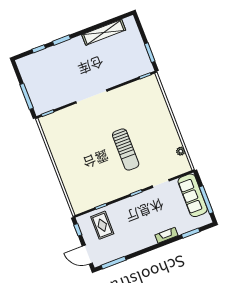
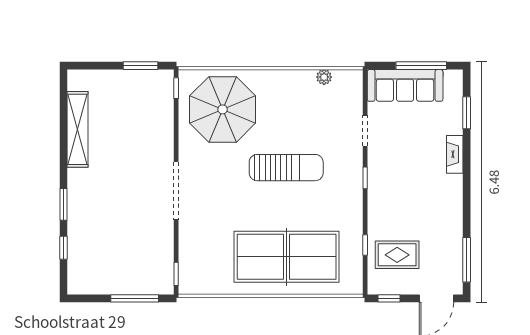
parasol: (143, 104) -> (223, 109), added
table tennis table: (79, 168) -> (287, 257), added

